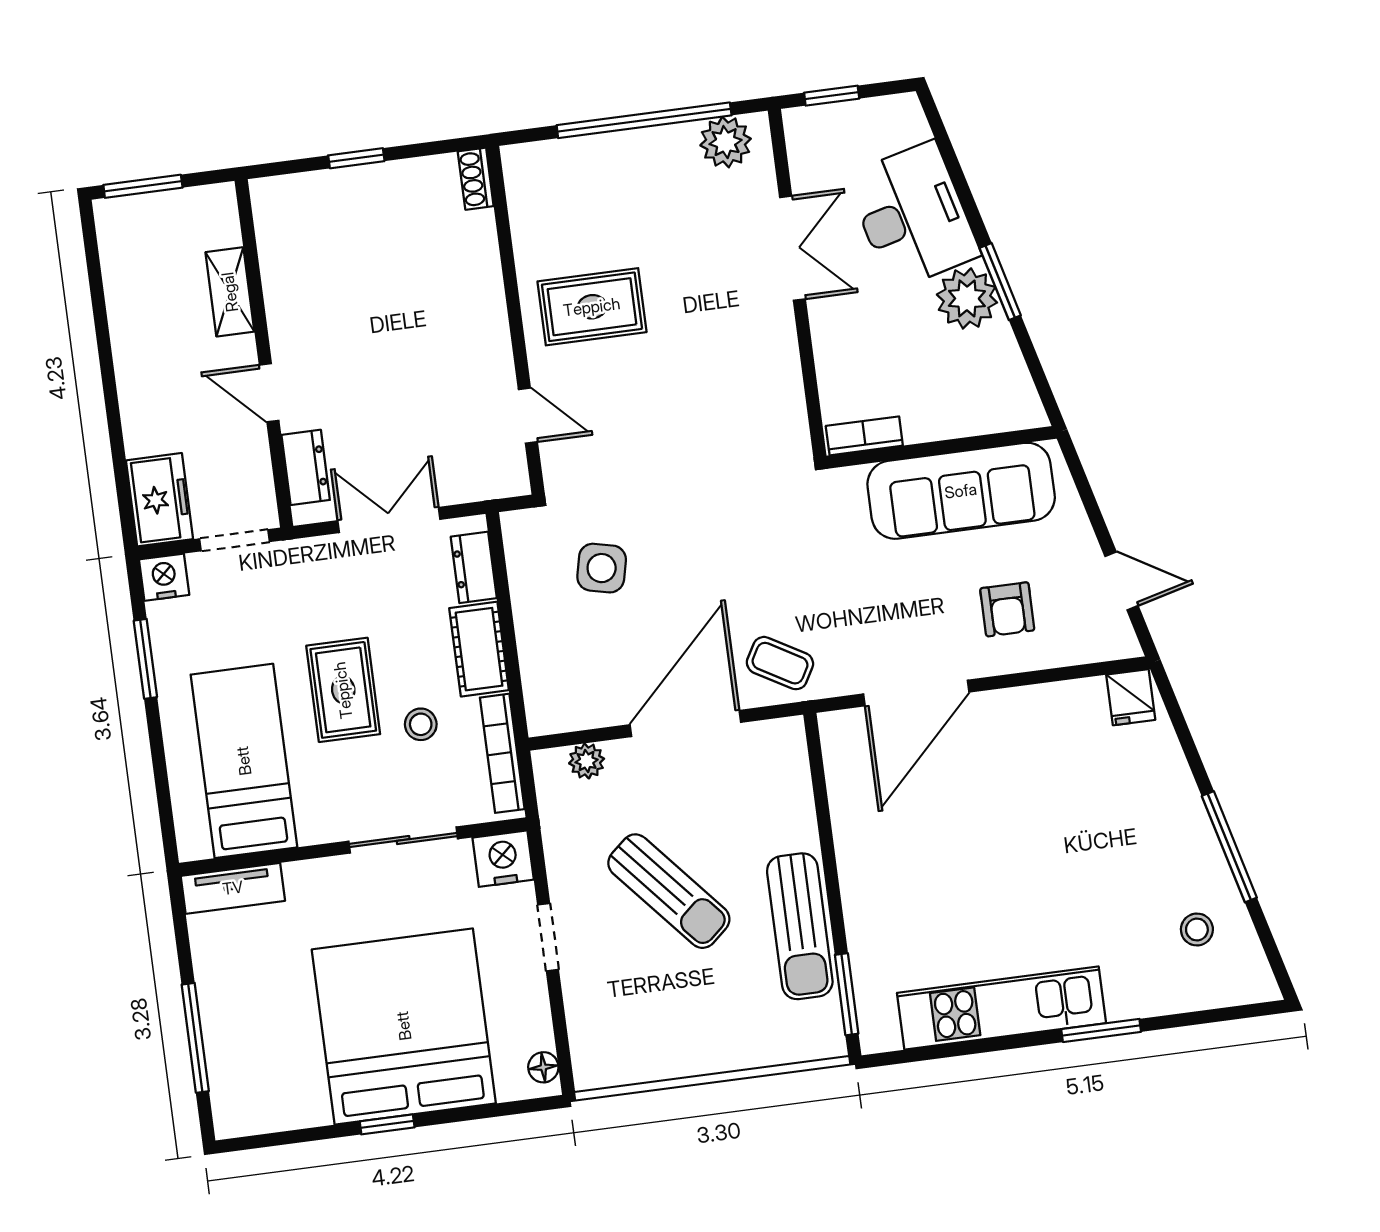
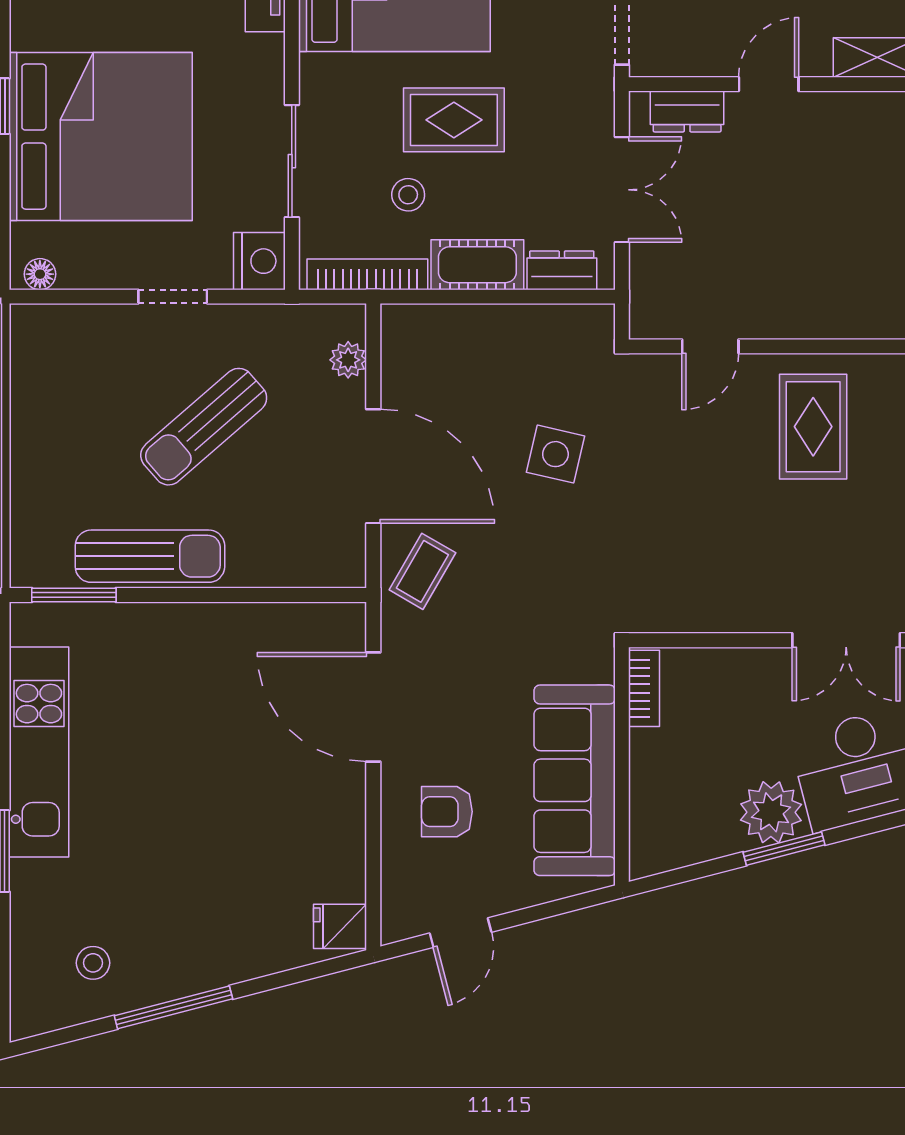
side table: (602, 568) -> (555, 454), moved
sun lounger: (800, 926) -> (150, 556), turned 180

